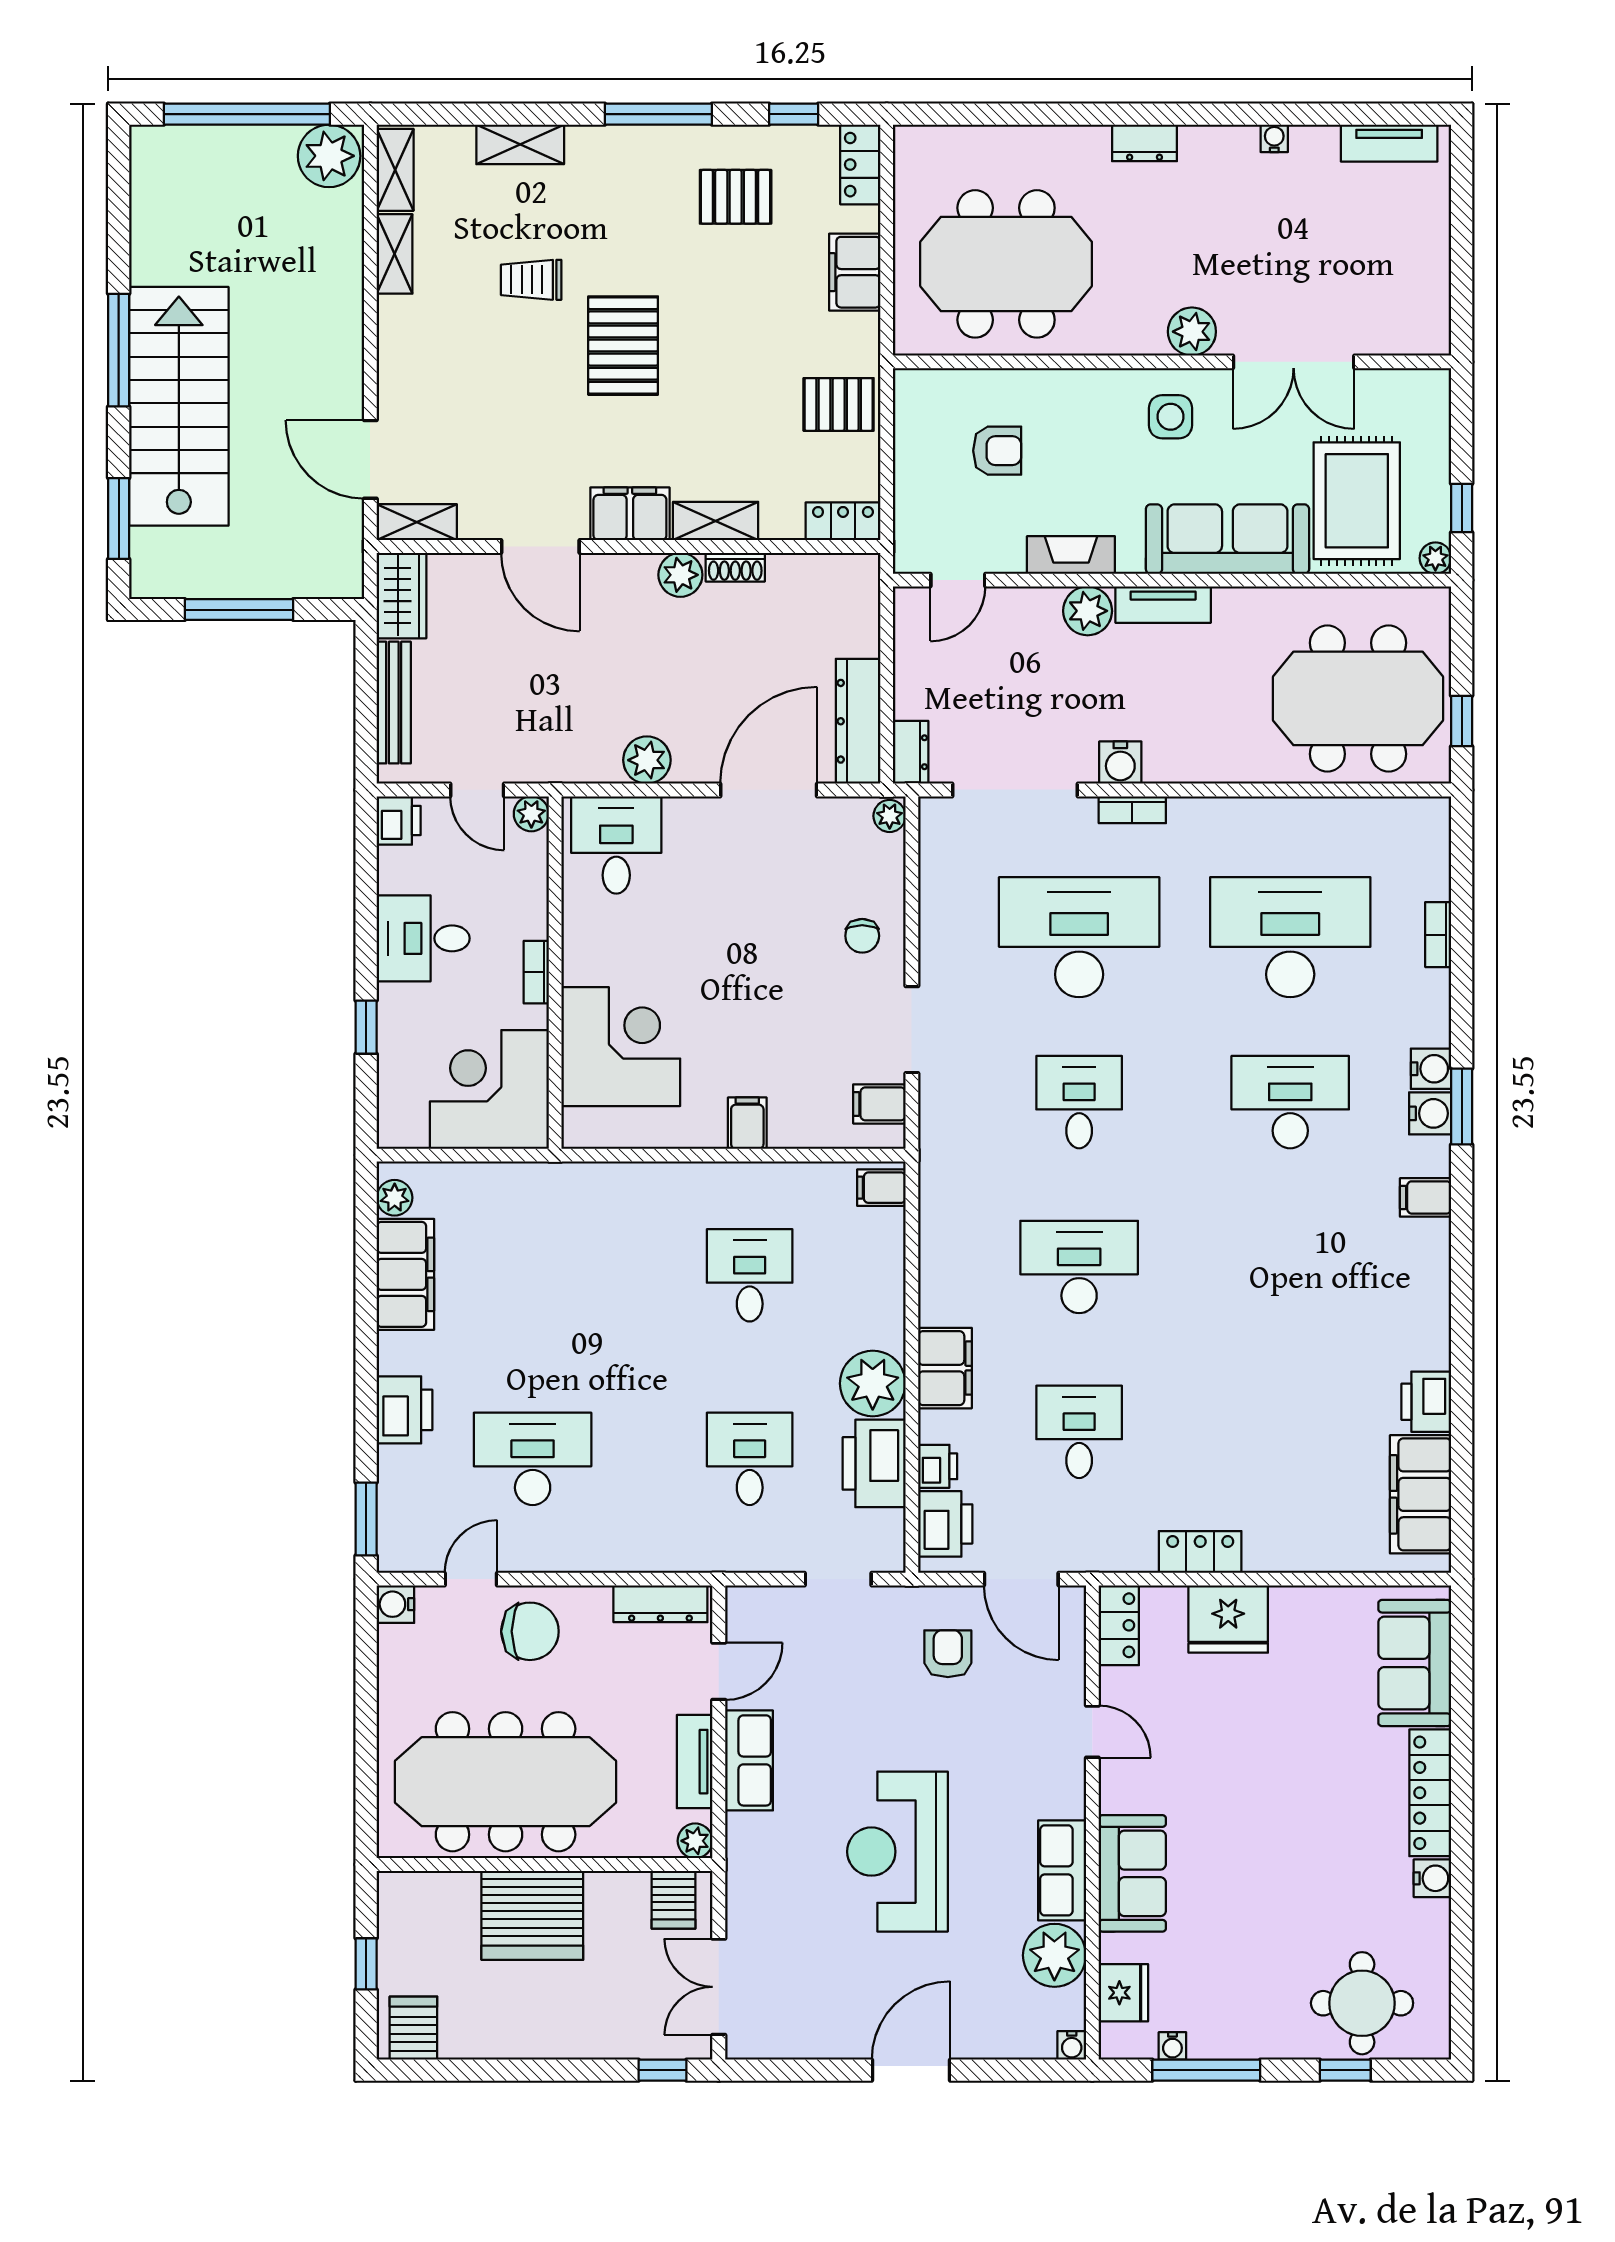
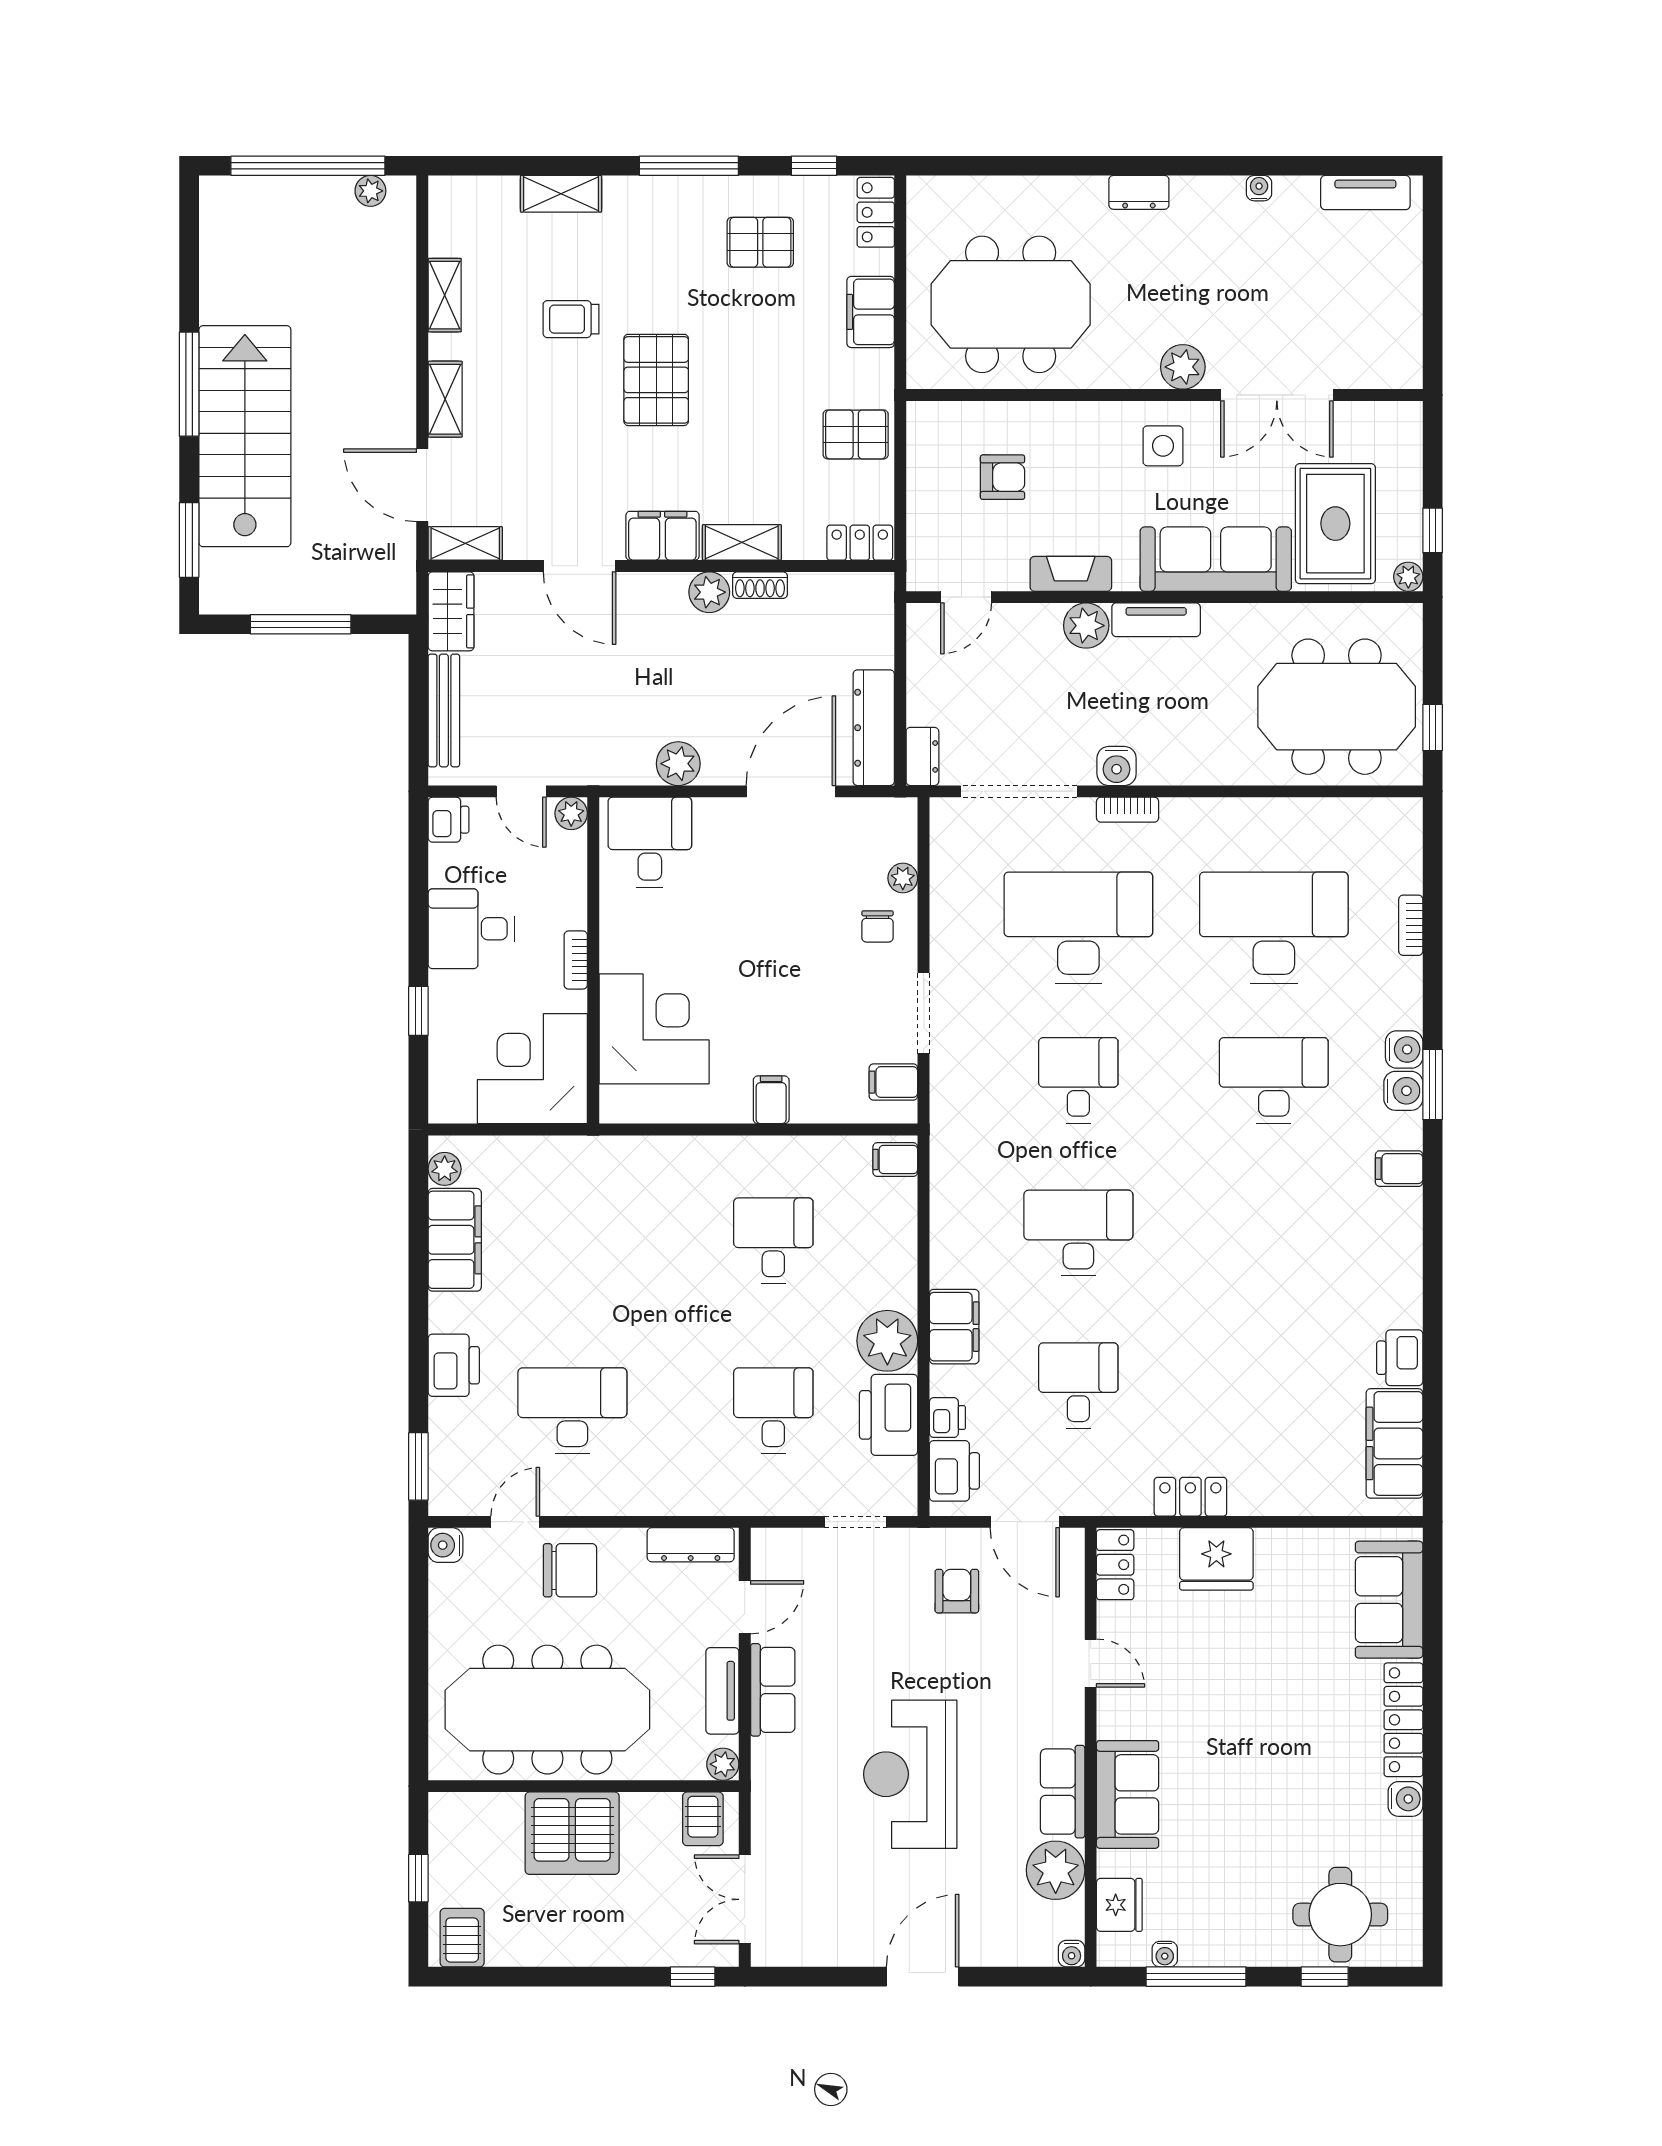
plant: (329, 156) -> (370, 191), width x0.53, depth x0.53
shelving: (395, 170) -> (445, 399), moved
plant: (890, 816) -> (903, 878), moved

